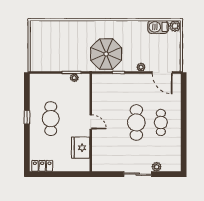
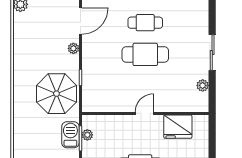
barbecue: (158, 27) -> (70, 135), moved, turned 180
plant: (157, 167) -> (203, 85), moved

